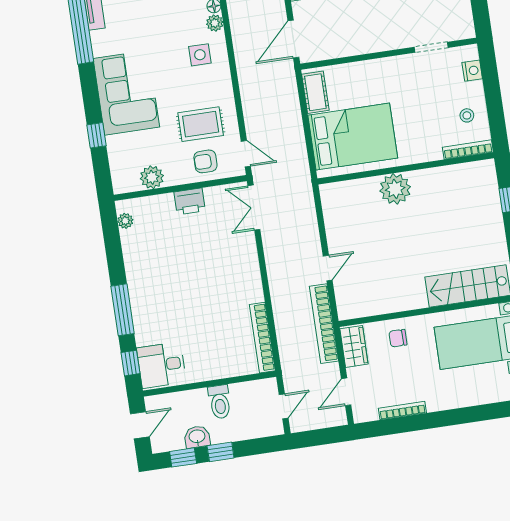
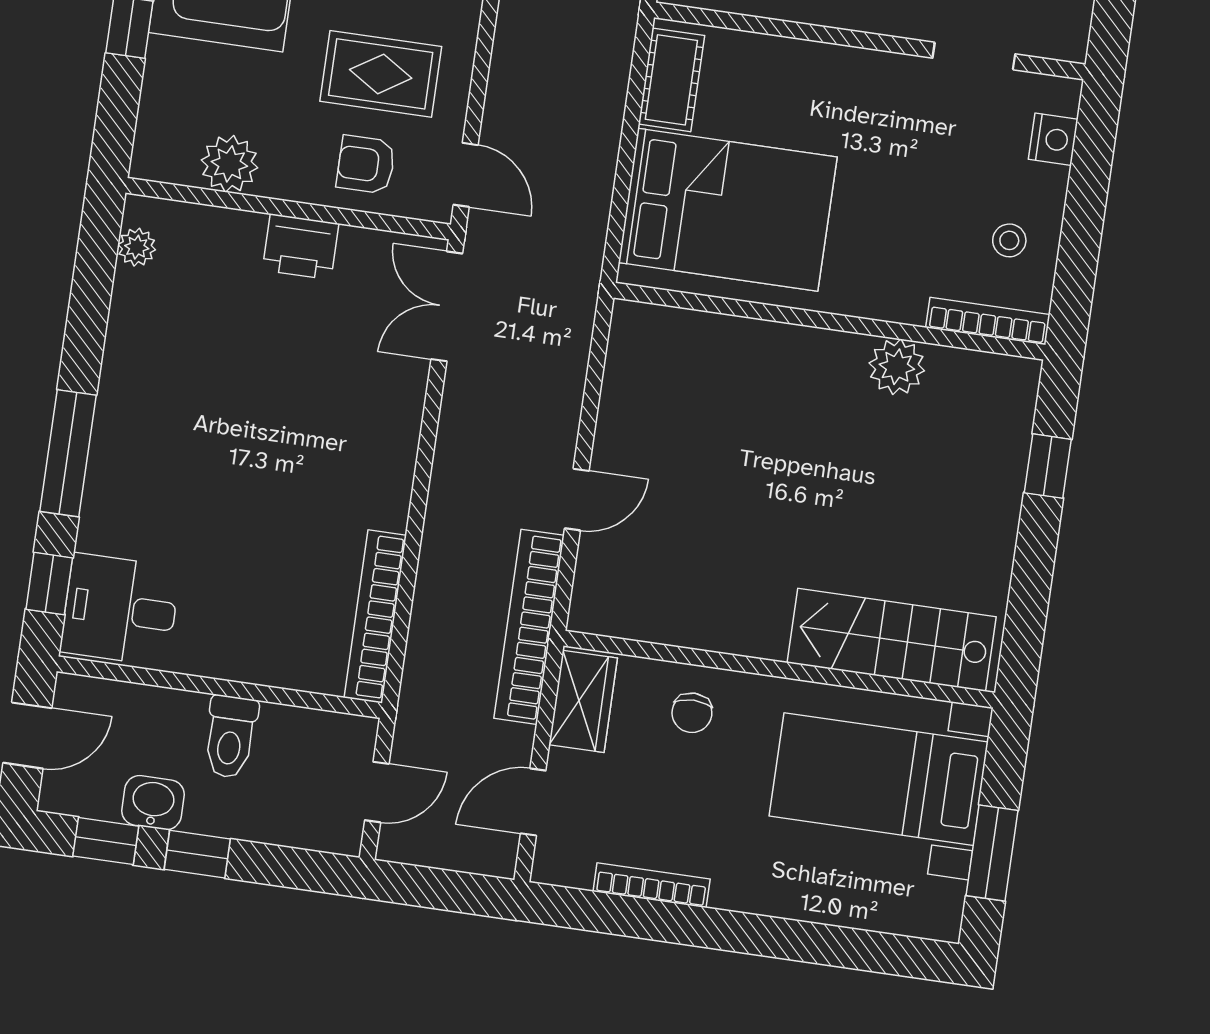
plant: (395, 189) -> (897, 367), moved, width x0.73, depth x0.73
chair: (398, 338) -> (692, 713), turned -90

